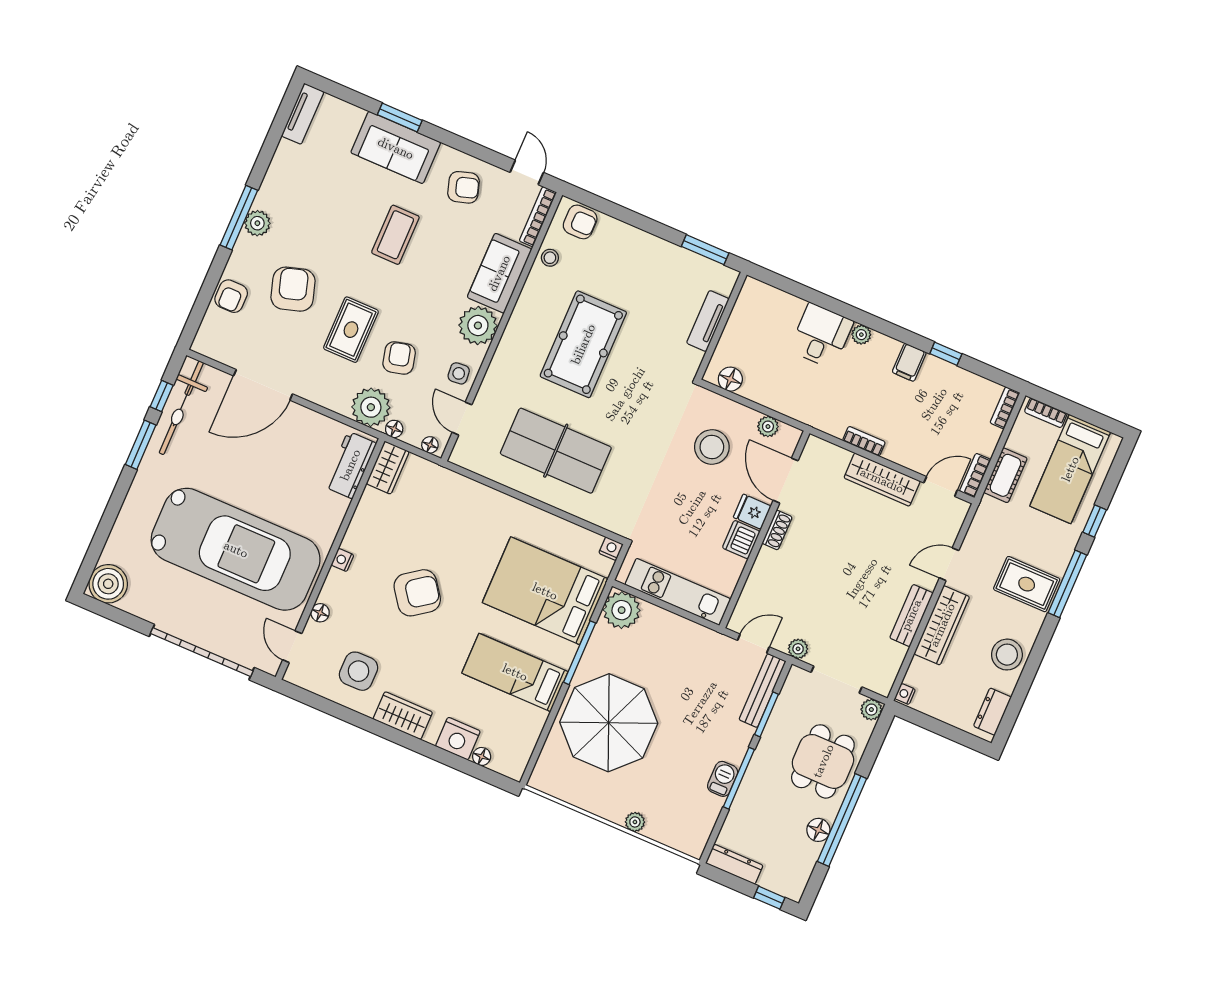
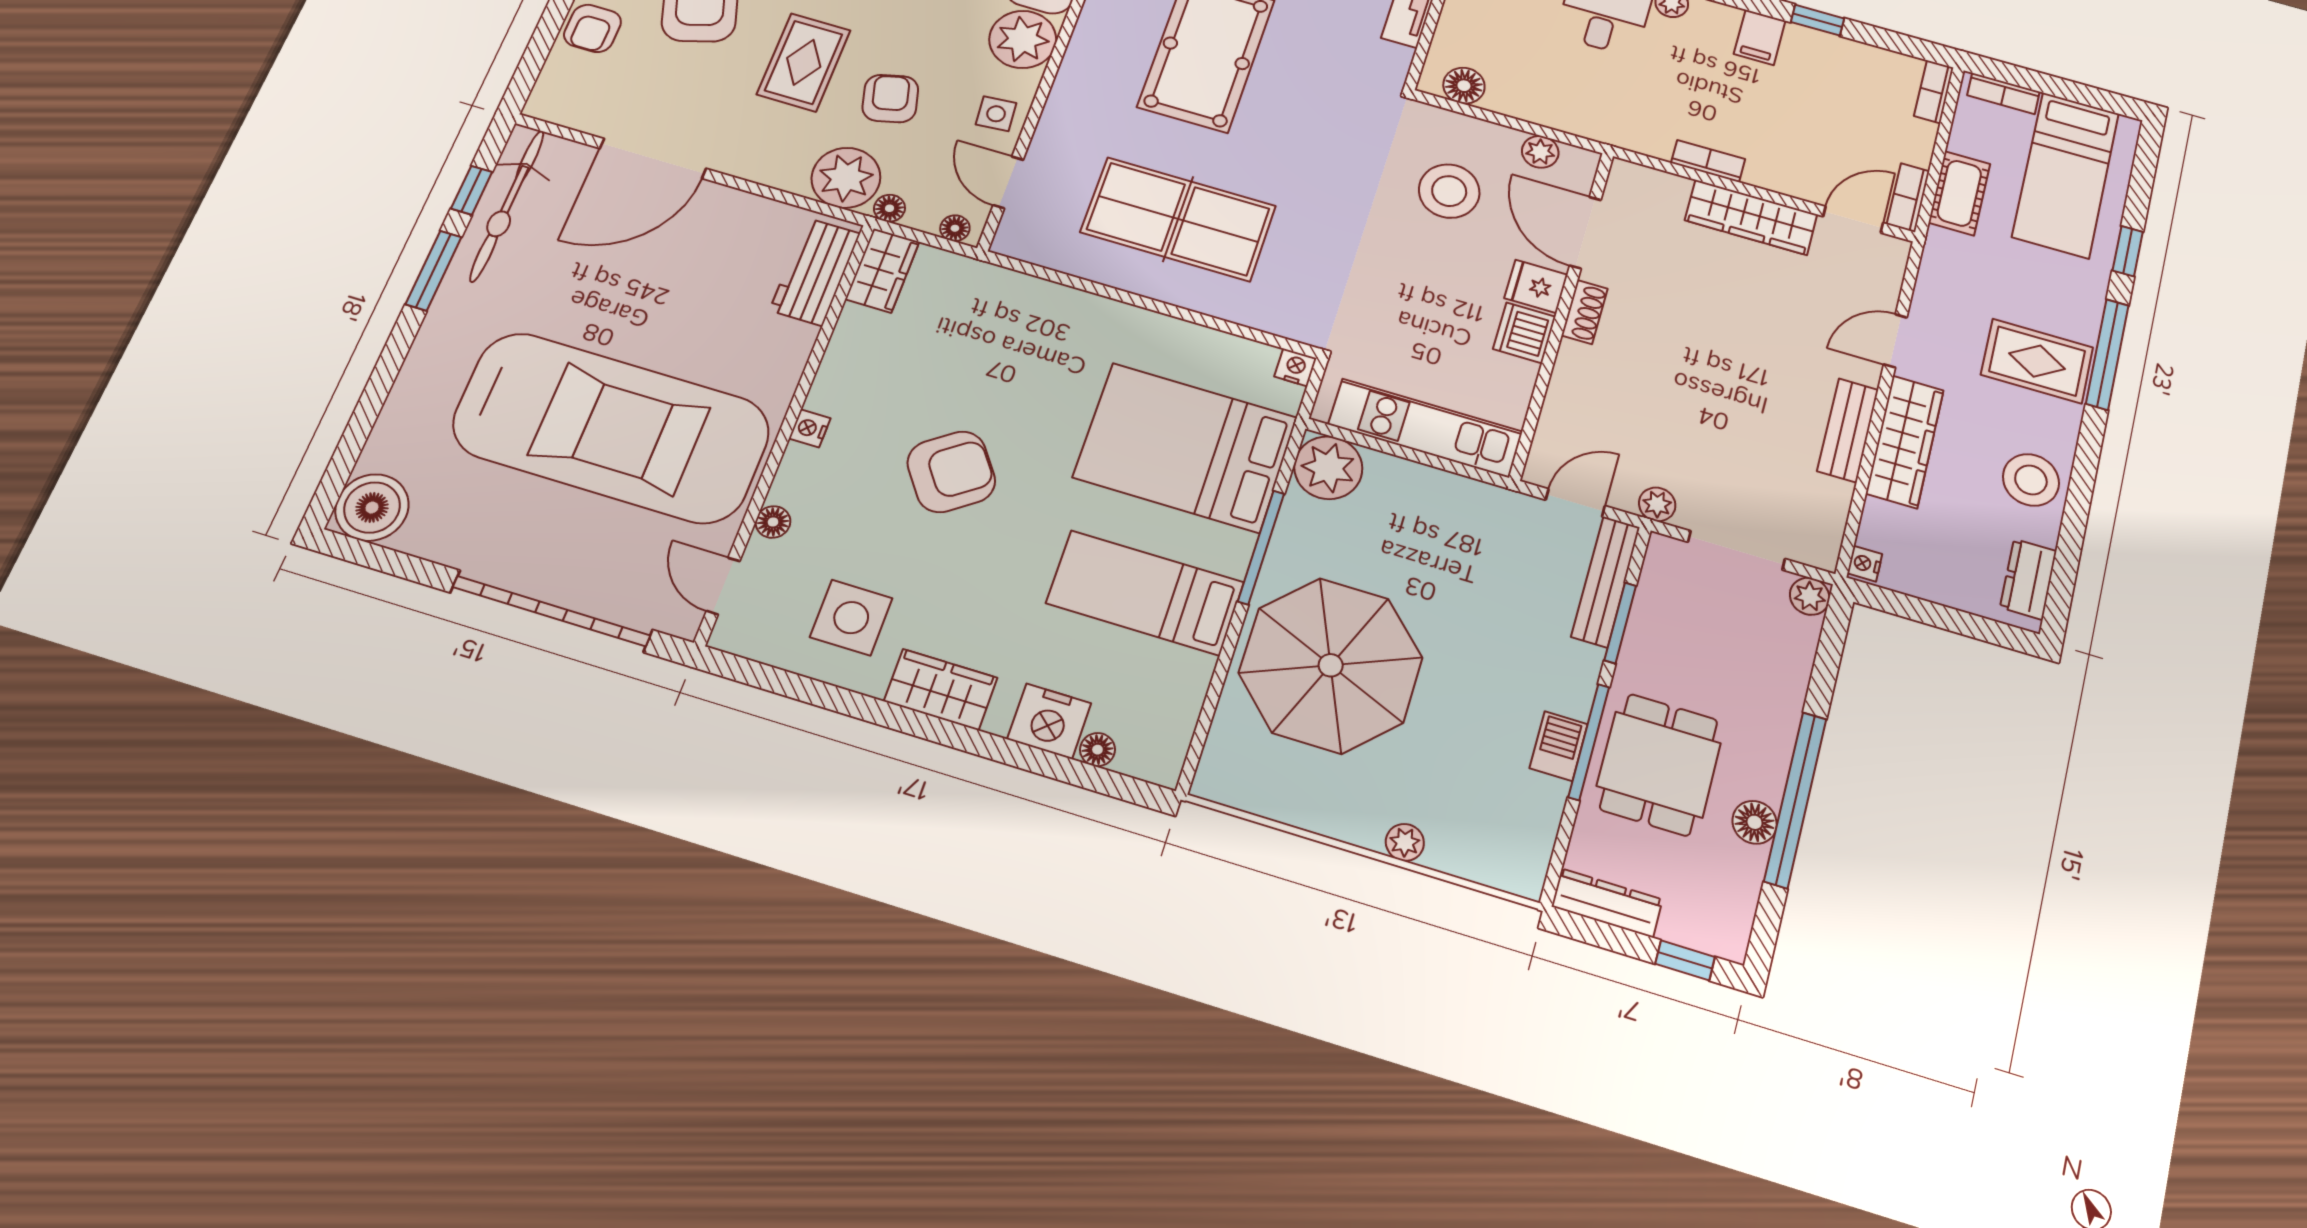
dining table: (823, 761) -> (1659, 764), moved

